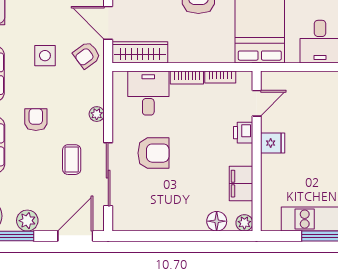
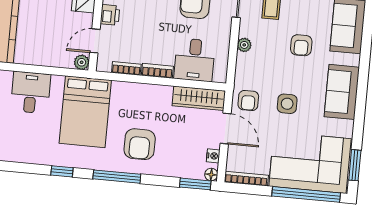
armchair: (87, 55) -> (248, 100), turned 126
plant: (269, 79) -> (82, 62), added

